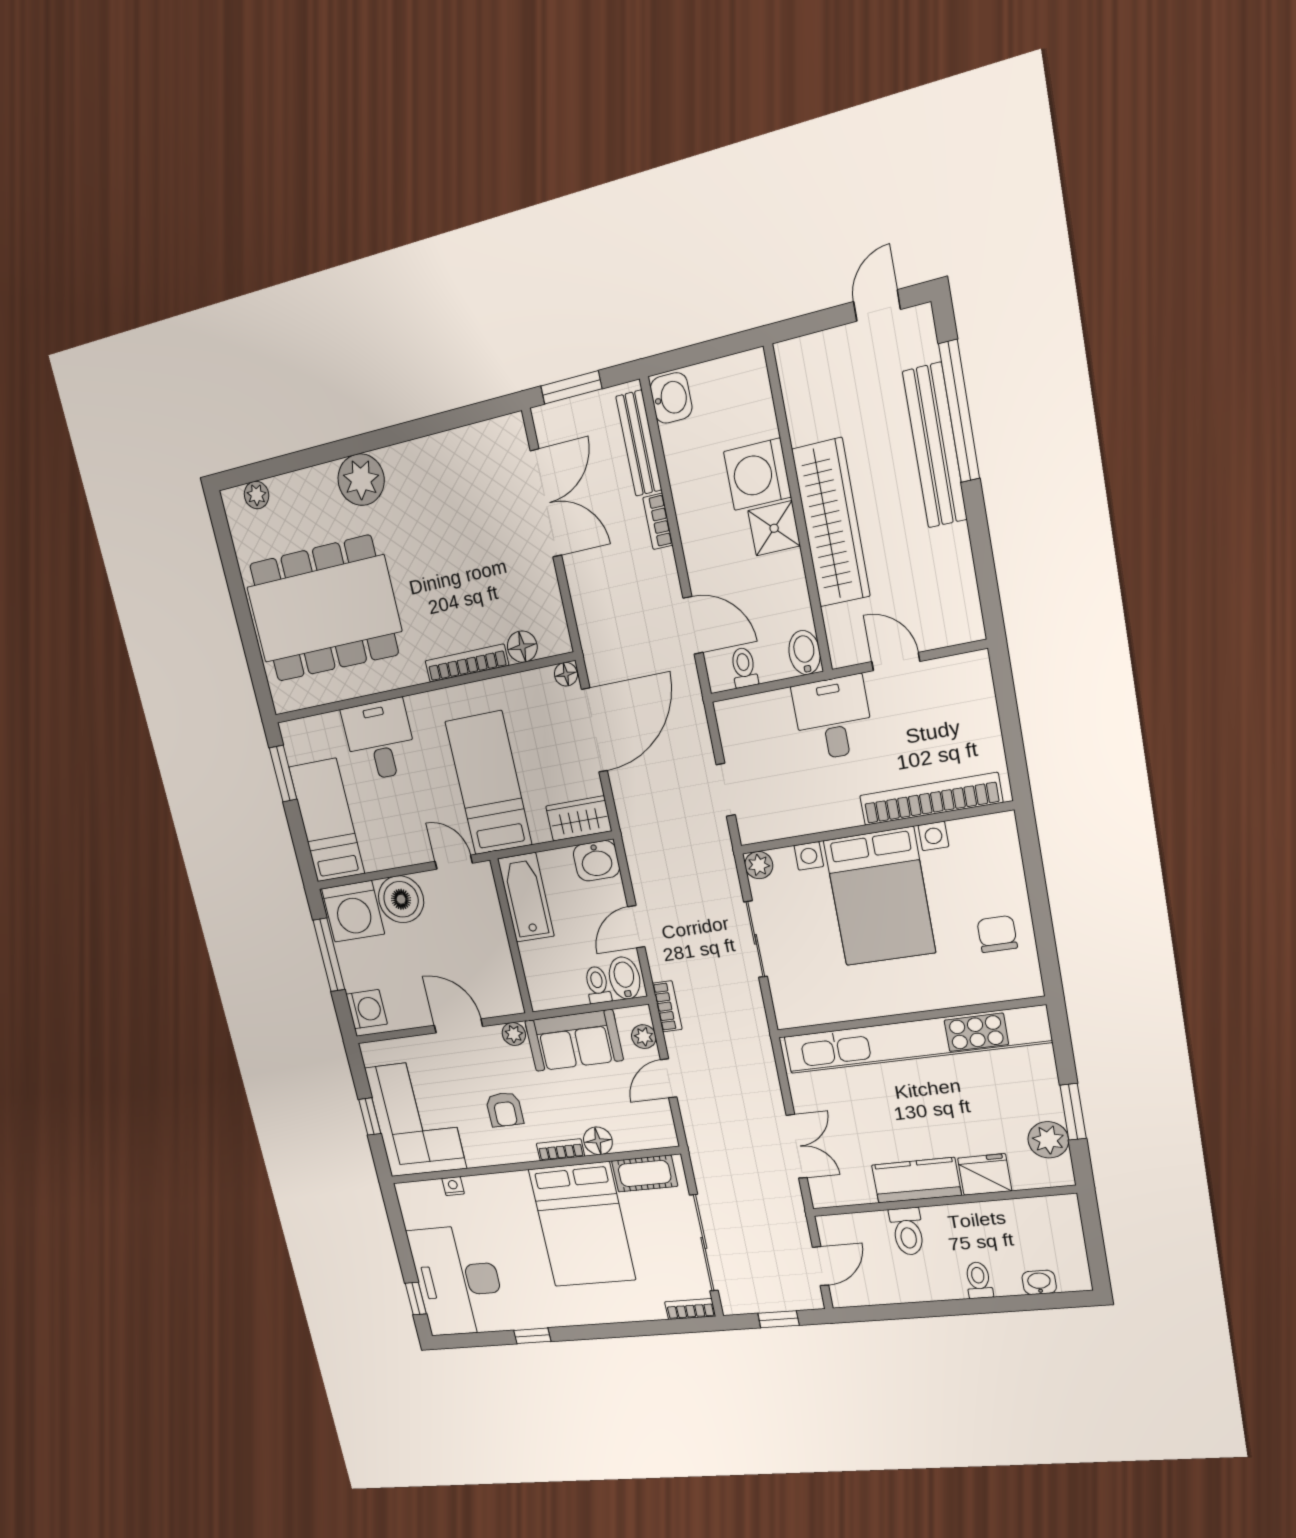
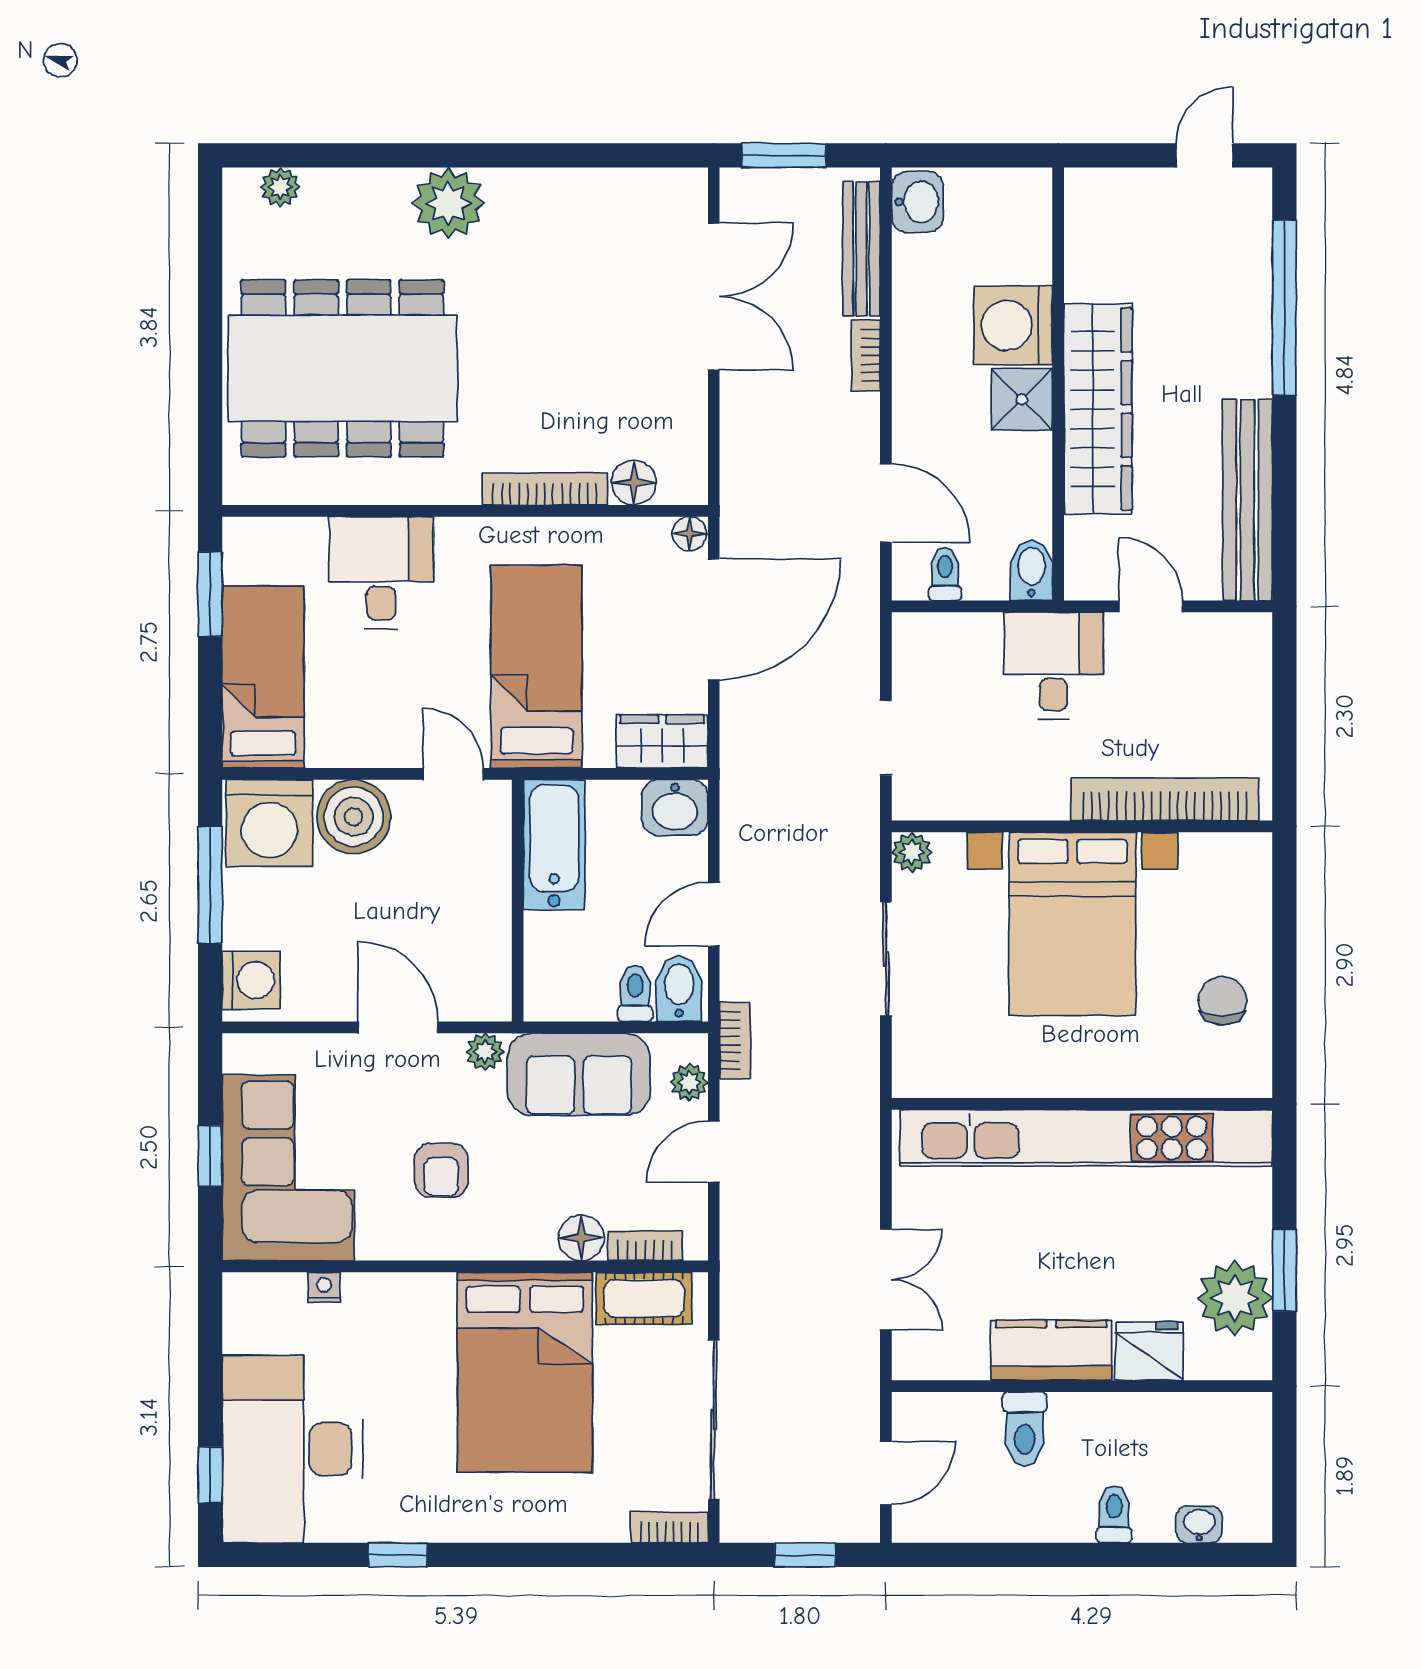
bench: (935, 446) -> (1247, 500), moved
plant: (1048, 1140) -> (1235, 1298), width x1.36, depth x1.36
bookcase: (560, 1150) -> (645, 1246), moved

